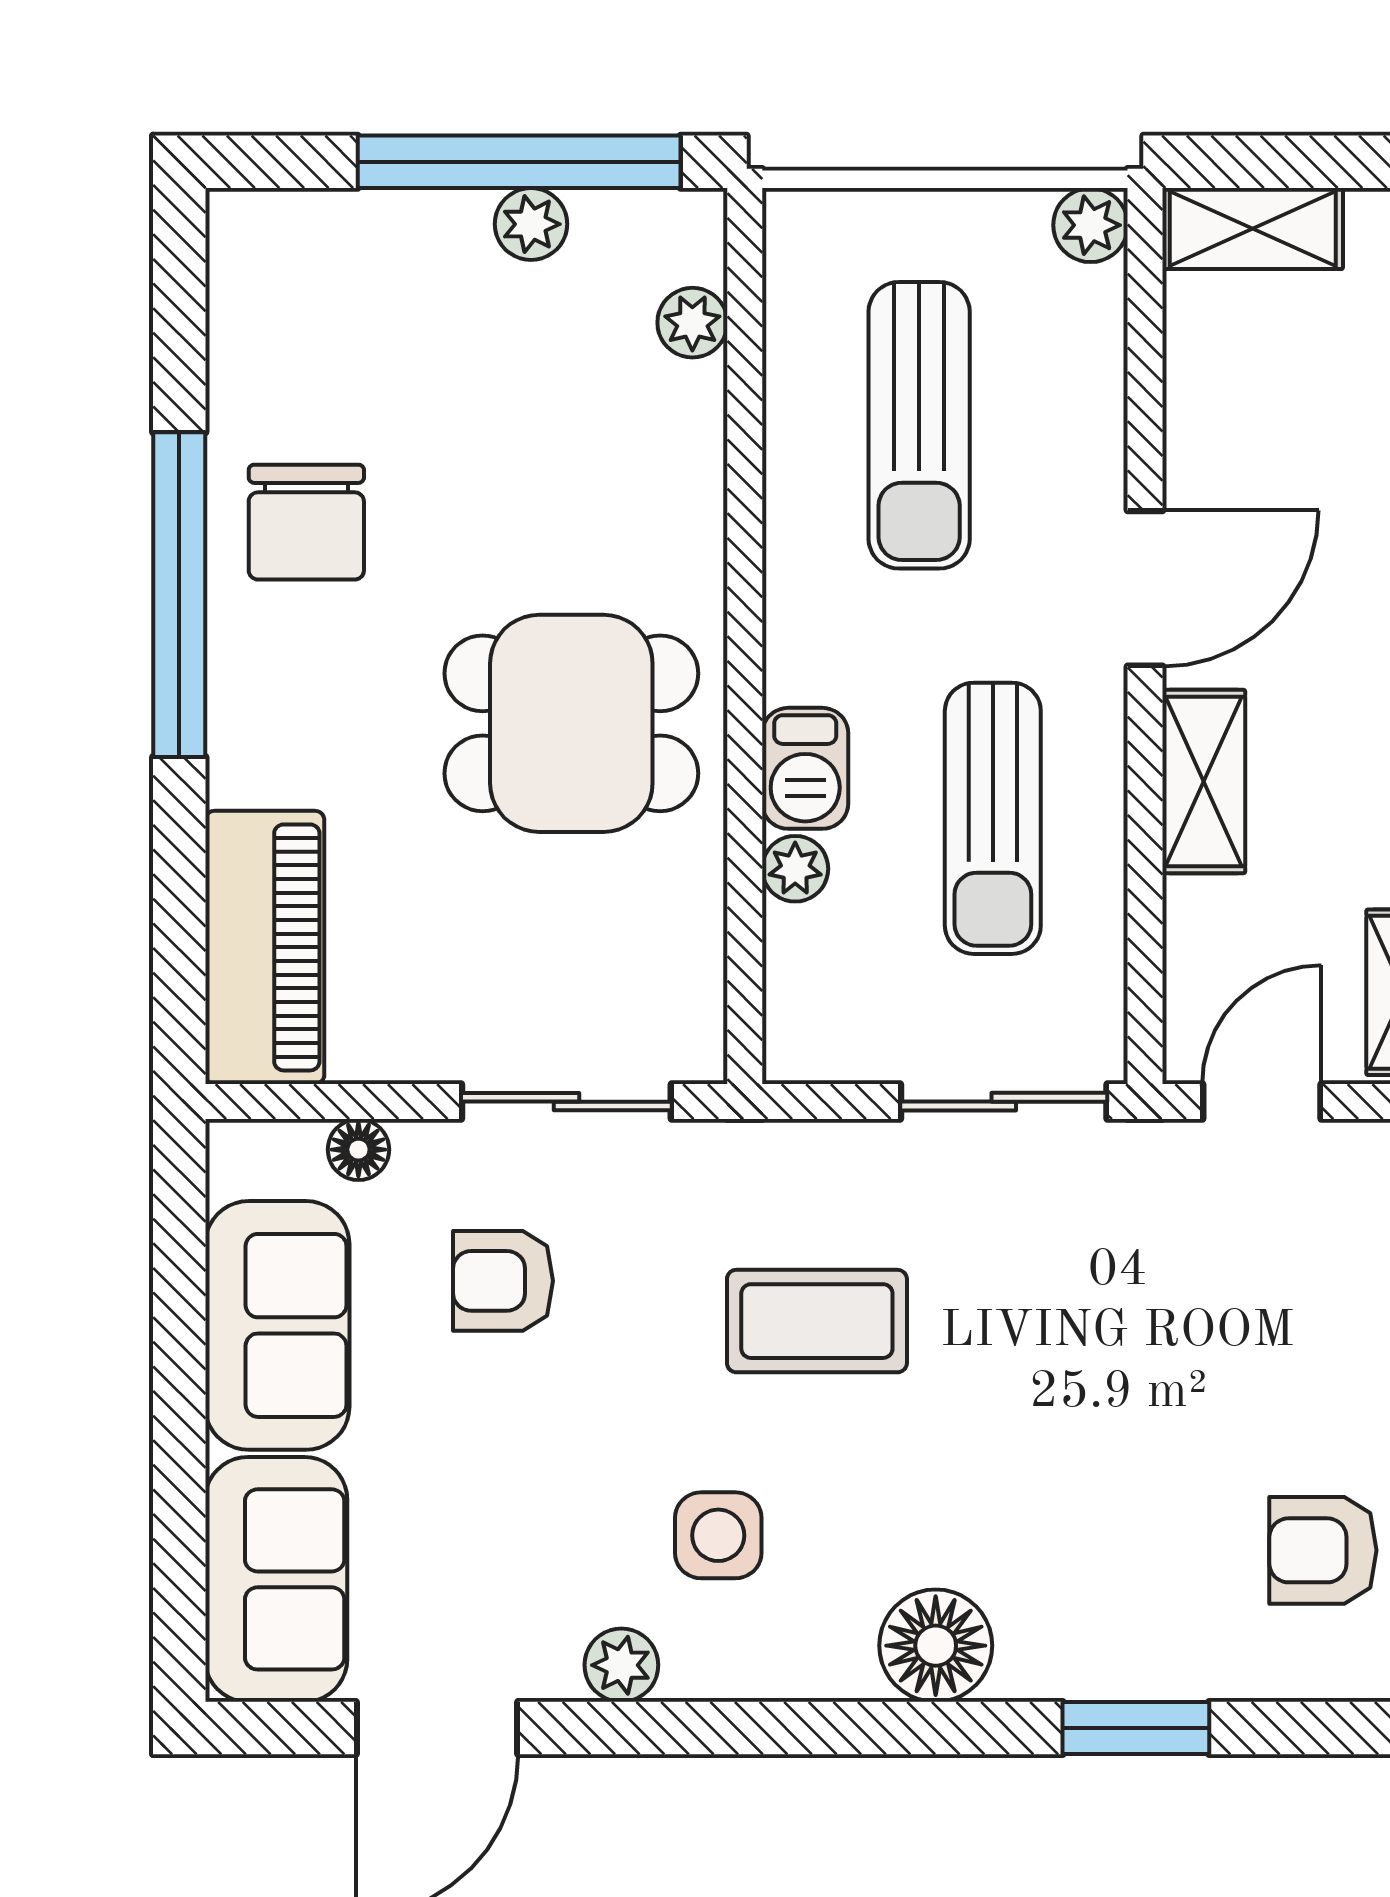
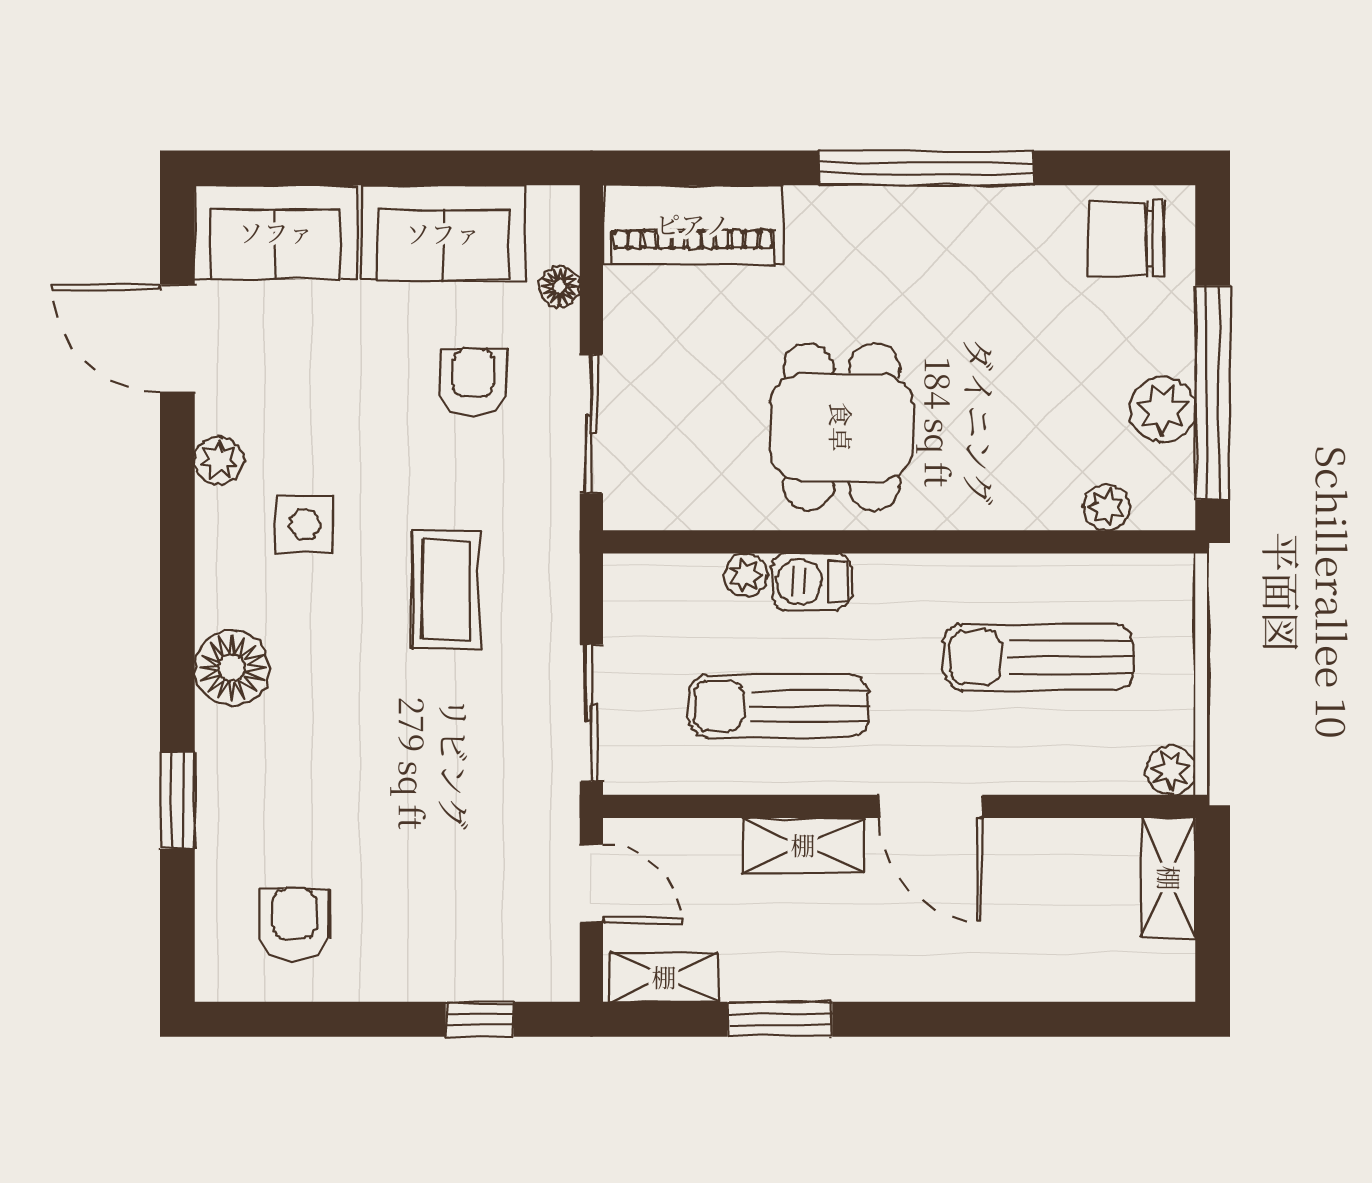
plant: (531, 224) -> (1163, 409), width x1.38, depth x1.38
chair: (306, 522) -> (1127, 239), moved

